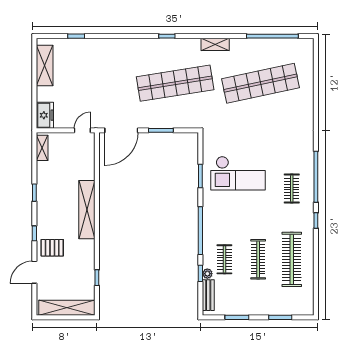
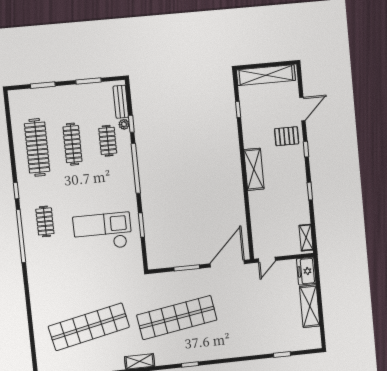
shelving: (45, 65) -> (310, 306), moved
shelving: (87, 210) -> (254, 169), width x0.68

